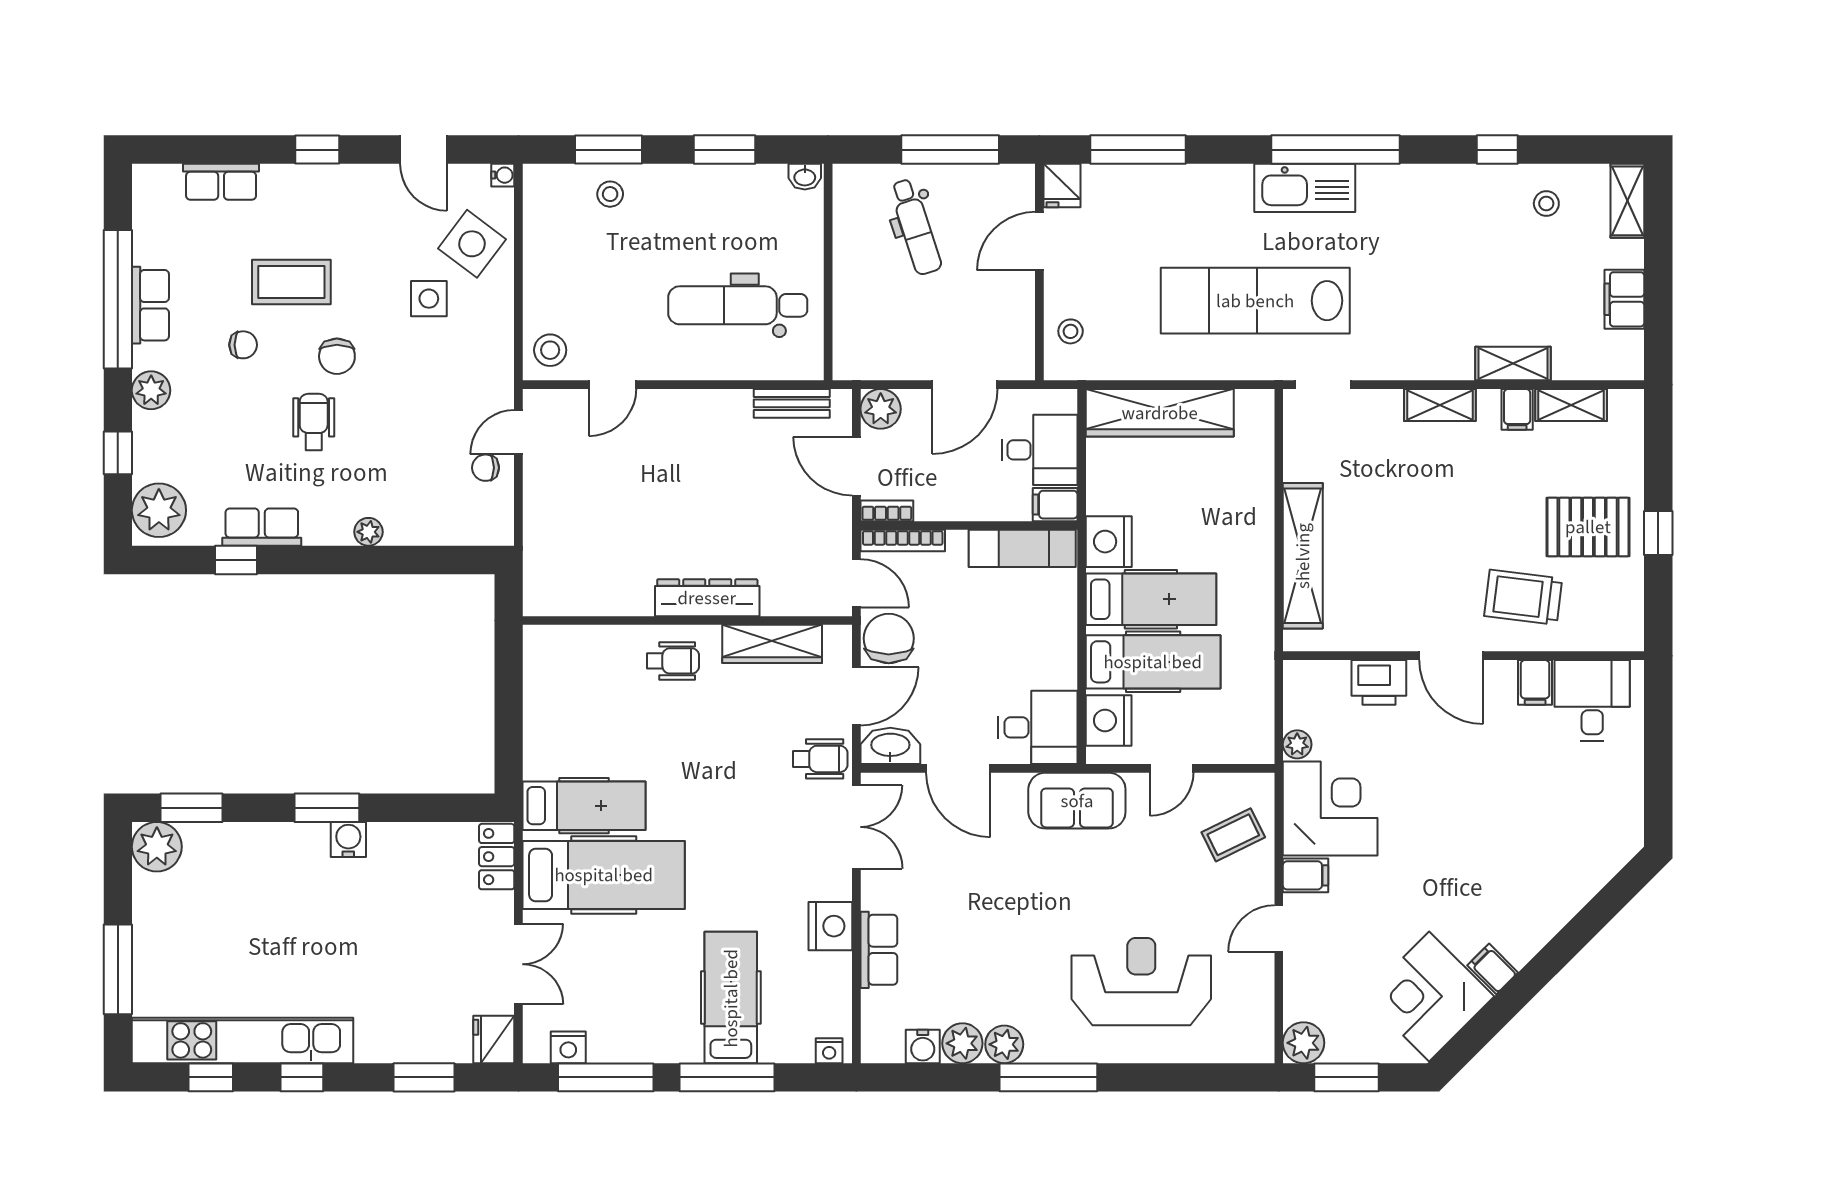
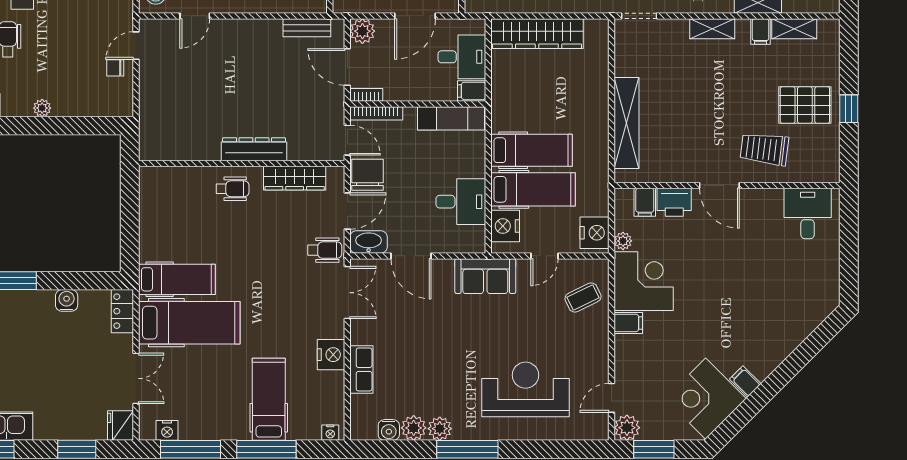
nightstand: (1109, 542) -> (595, 233), moved, turned 180
filing cabinet: (1535, 682) -> (645, 202), moved
desk: (1038, 727) -> (461, 202), moved
water cooler: (348, 839) -> (67, 300), moved
door: (1279, 929) -> (611, 398), moved

